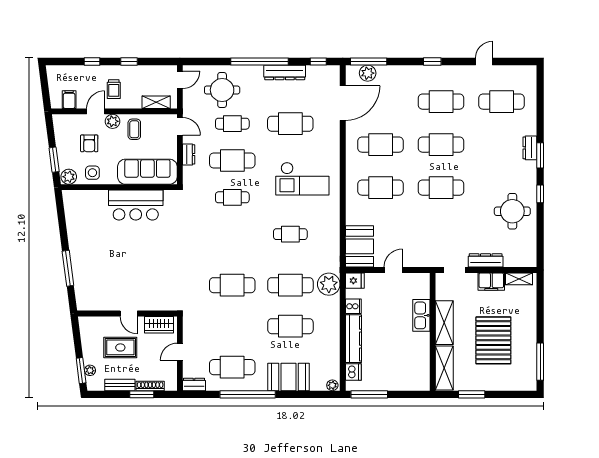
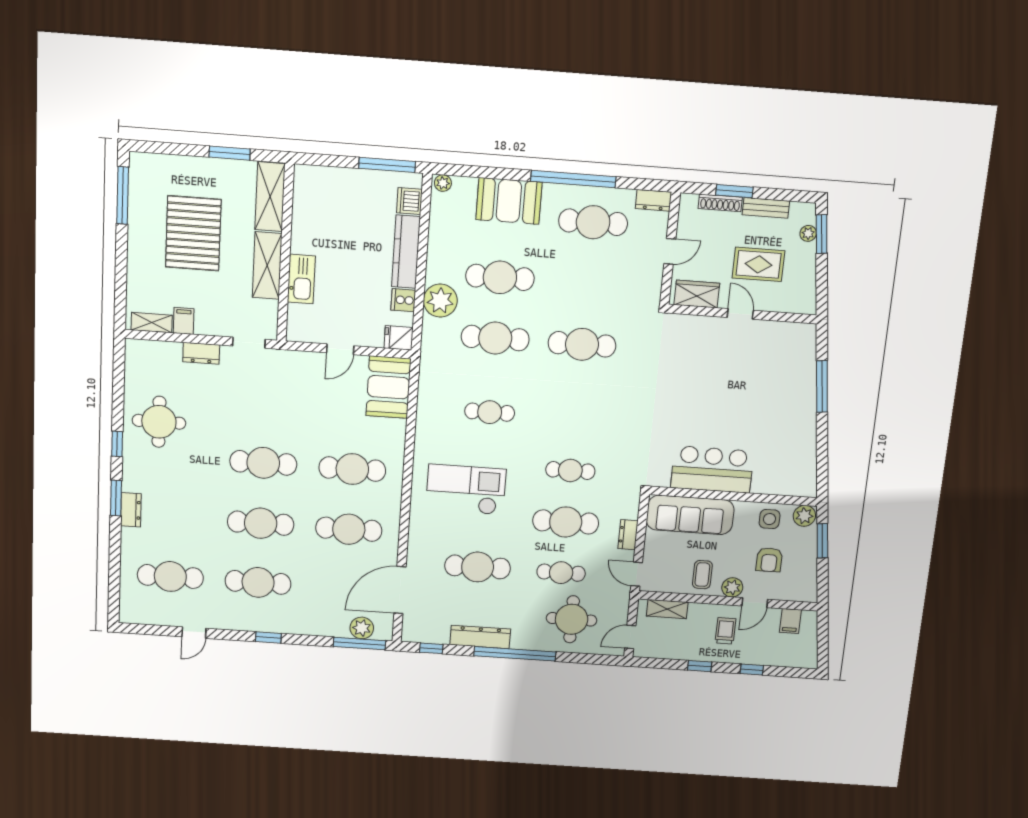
armchair: (89, 143) -> (769, 560), turned 180
dresser: (486, 260) -> (201, 353), width x0.70
filing cabinet: (491, 282) -> (184, 321), width x0.50
plant: (329, 284) -> (440, 301), moved

